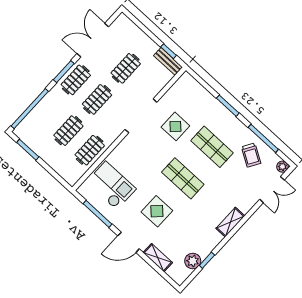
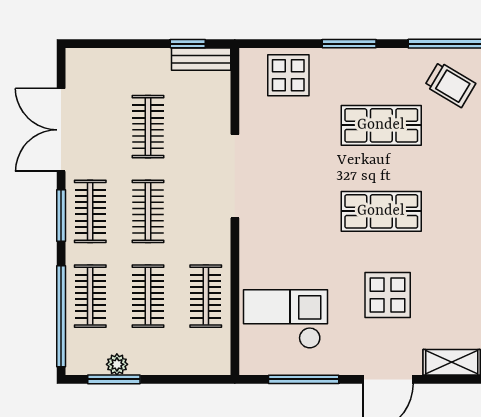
clothes rail: (47, 111) -> (90, 296), added
display table: (175, 126) -> (288, 75), moved
plant: (34, 145) -> (117, 364), added

